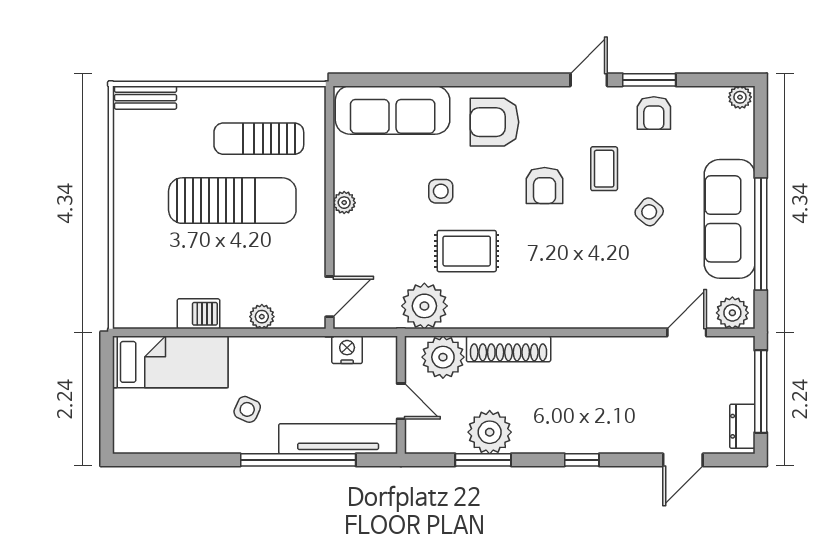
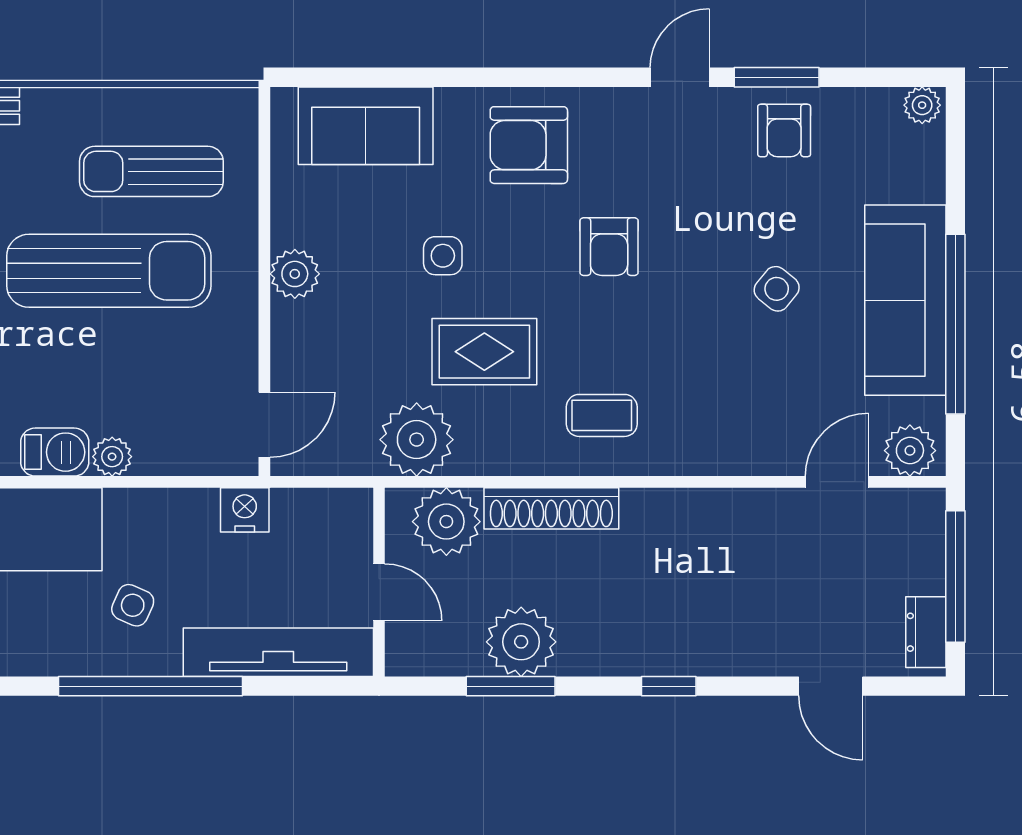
sofa: (393, 110) -> (366, 126), width x0.73
coffee table: (604, 169) -> (602, 415), moved, turned 90
plant: (344, 203) -> (295, 274), width x1.38, depth x1.38
plant: (262, 317) -> (112, 457), moved
nightstand: (347, 350) -> (245, 510), moved
window: (298, 460) -> (151, 686), moved
door: (683, 460) -> (831, 686), hinge flipped

